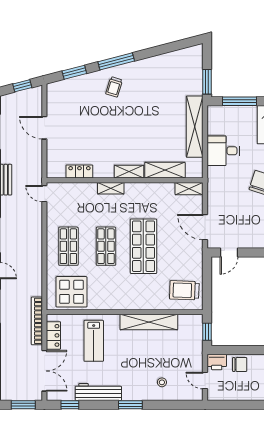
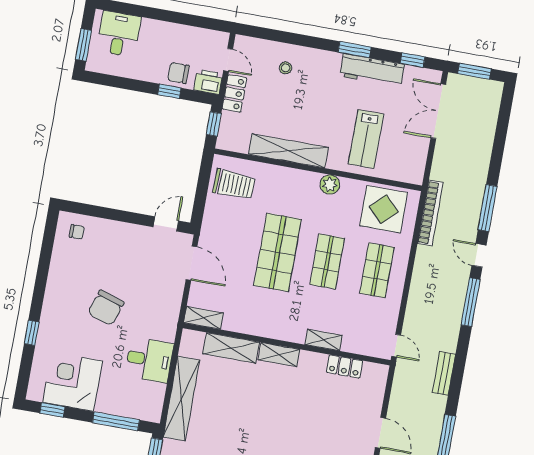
shelving: (111, 188) -> (324, 340), moved
plant: (114, 303) -> (330, 185), added
bookcase: (37, 321) -> (430, 213), moved
locker: (53, 335) -> (234, 93), moved, turned 180
lab bench: (94, 341) -> (366, 139), turned 180
window: (244, 350) -> (169, 91), added
window: (130, 405) -> (355, 50), moved

